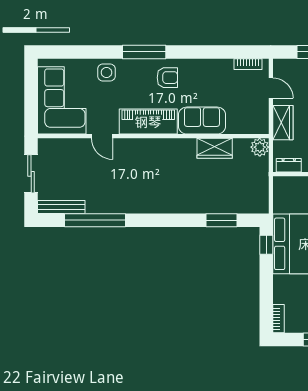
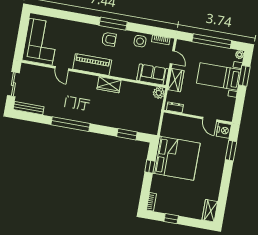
window: (144, 52) -> (113, 24), moved
side table: (106, 72) -> (140, 41), moved
sofa: (202, 121) -> (153, 75), moved
wardrobe: (215, 148) -> (109, 85), moved
window: (95, 220) -> (70, 124), moved
window: (266, 245) -> (150, 166), moved

